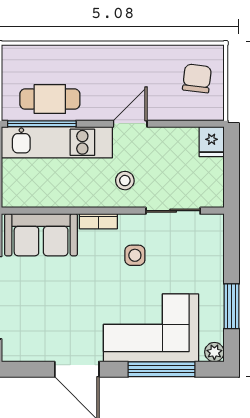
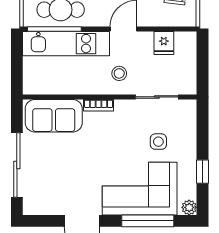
fridge: (212, 142) -> (164, 43), moved
side table: (135, 255) -> (158, 142), moved
window: (232, 306) -> (203, 172), width x0.67

